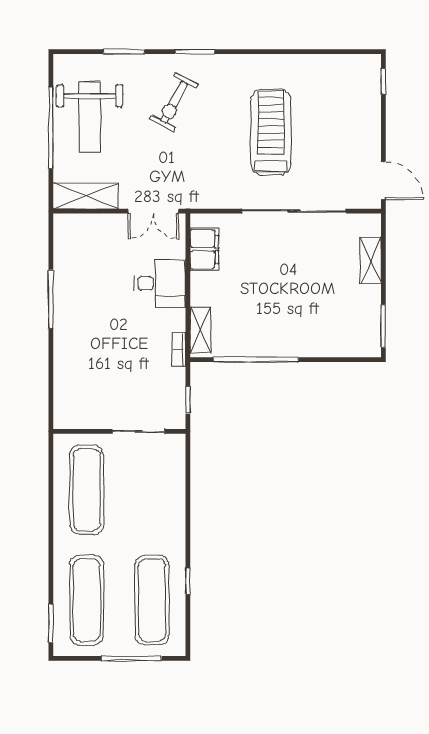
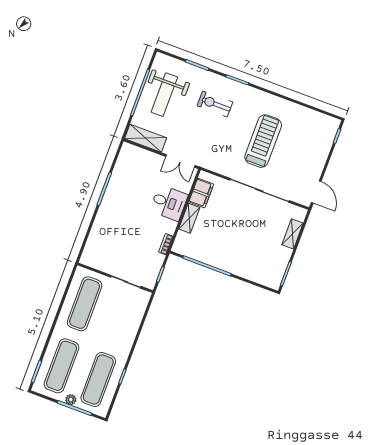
exercise bike: (174, 102) -> (215, 104), turned 62
shelving: (200, 330) -> (189, 218), moved
plant: (121, 647) -> (71, 400), added

